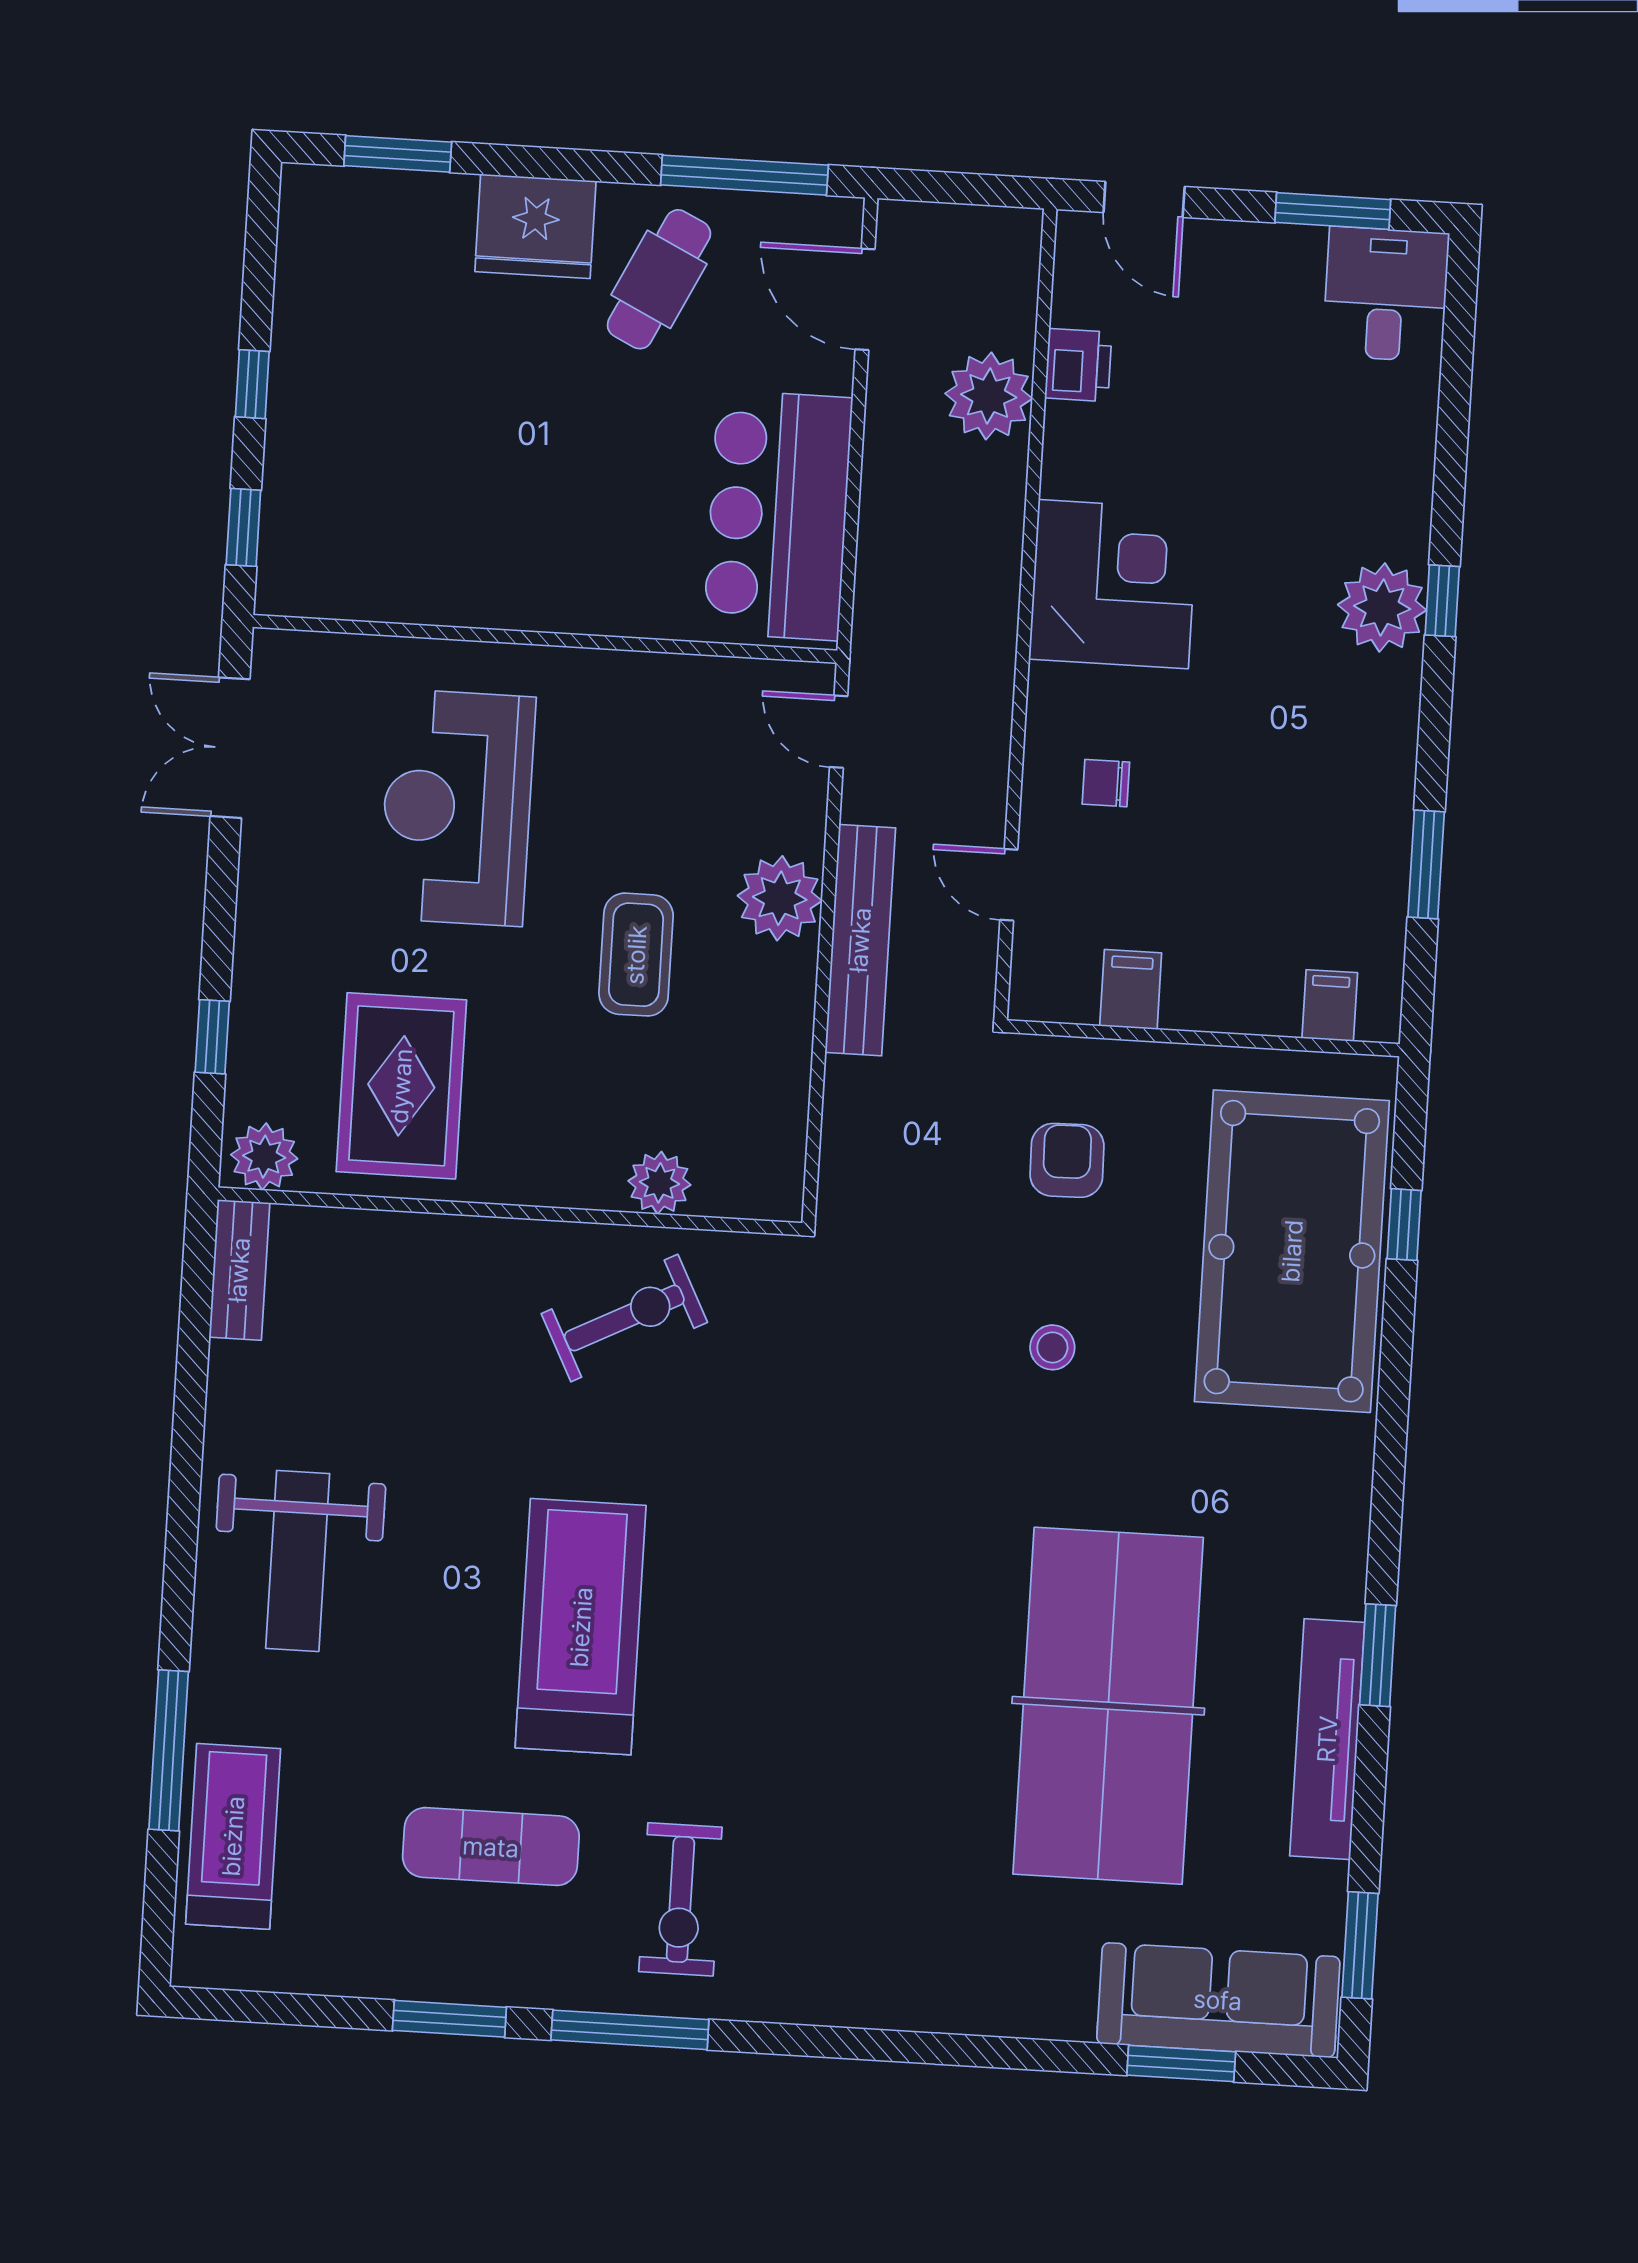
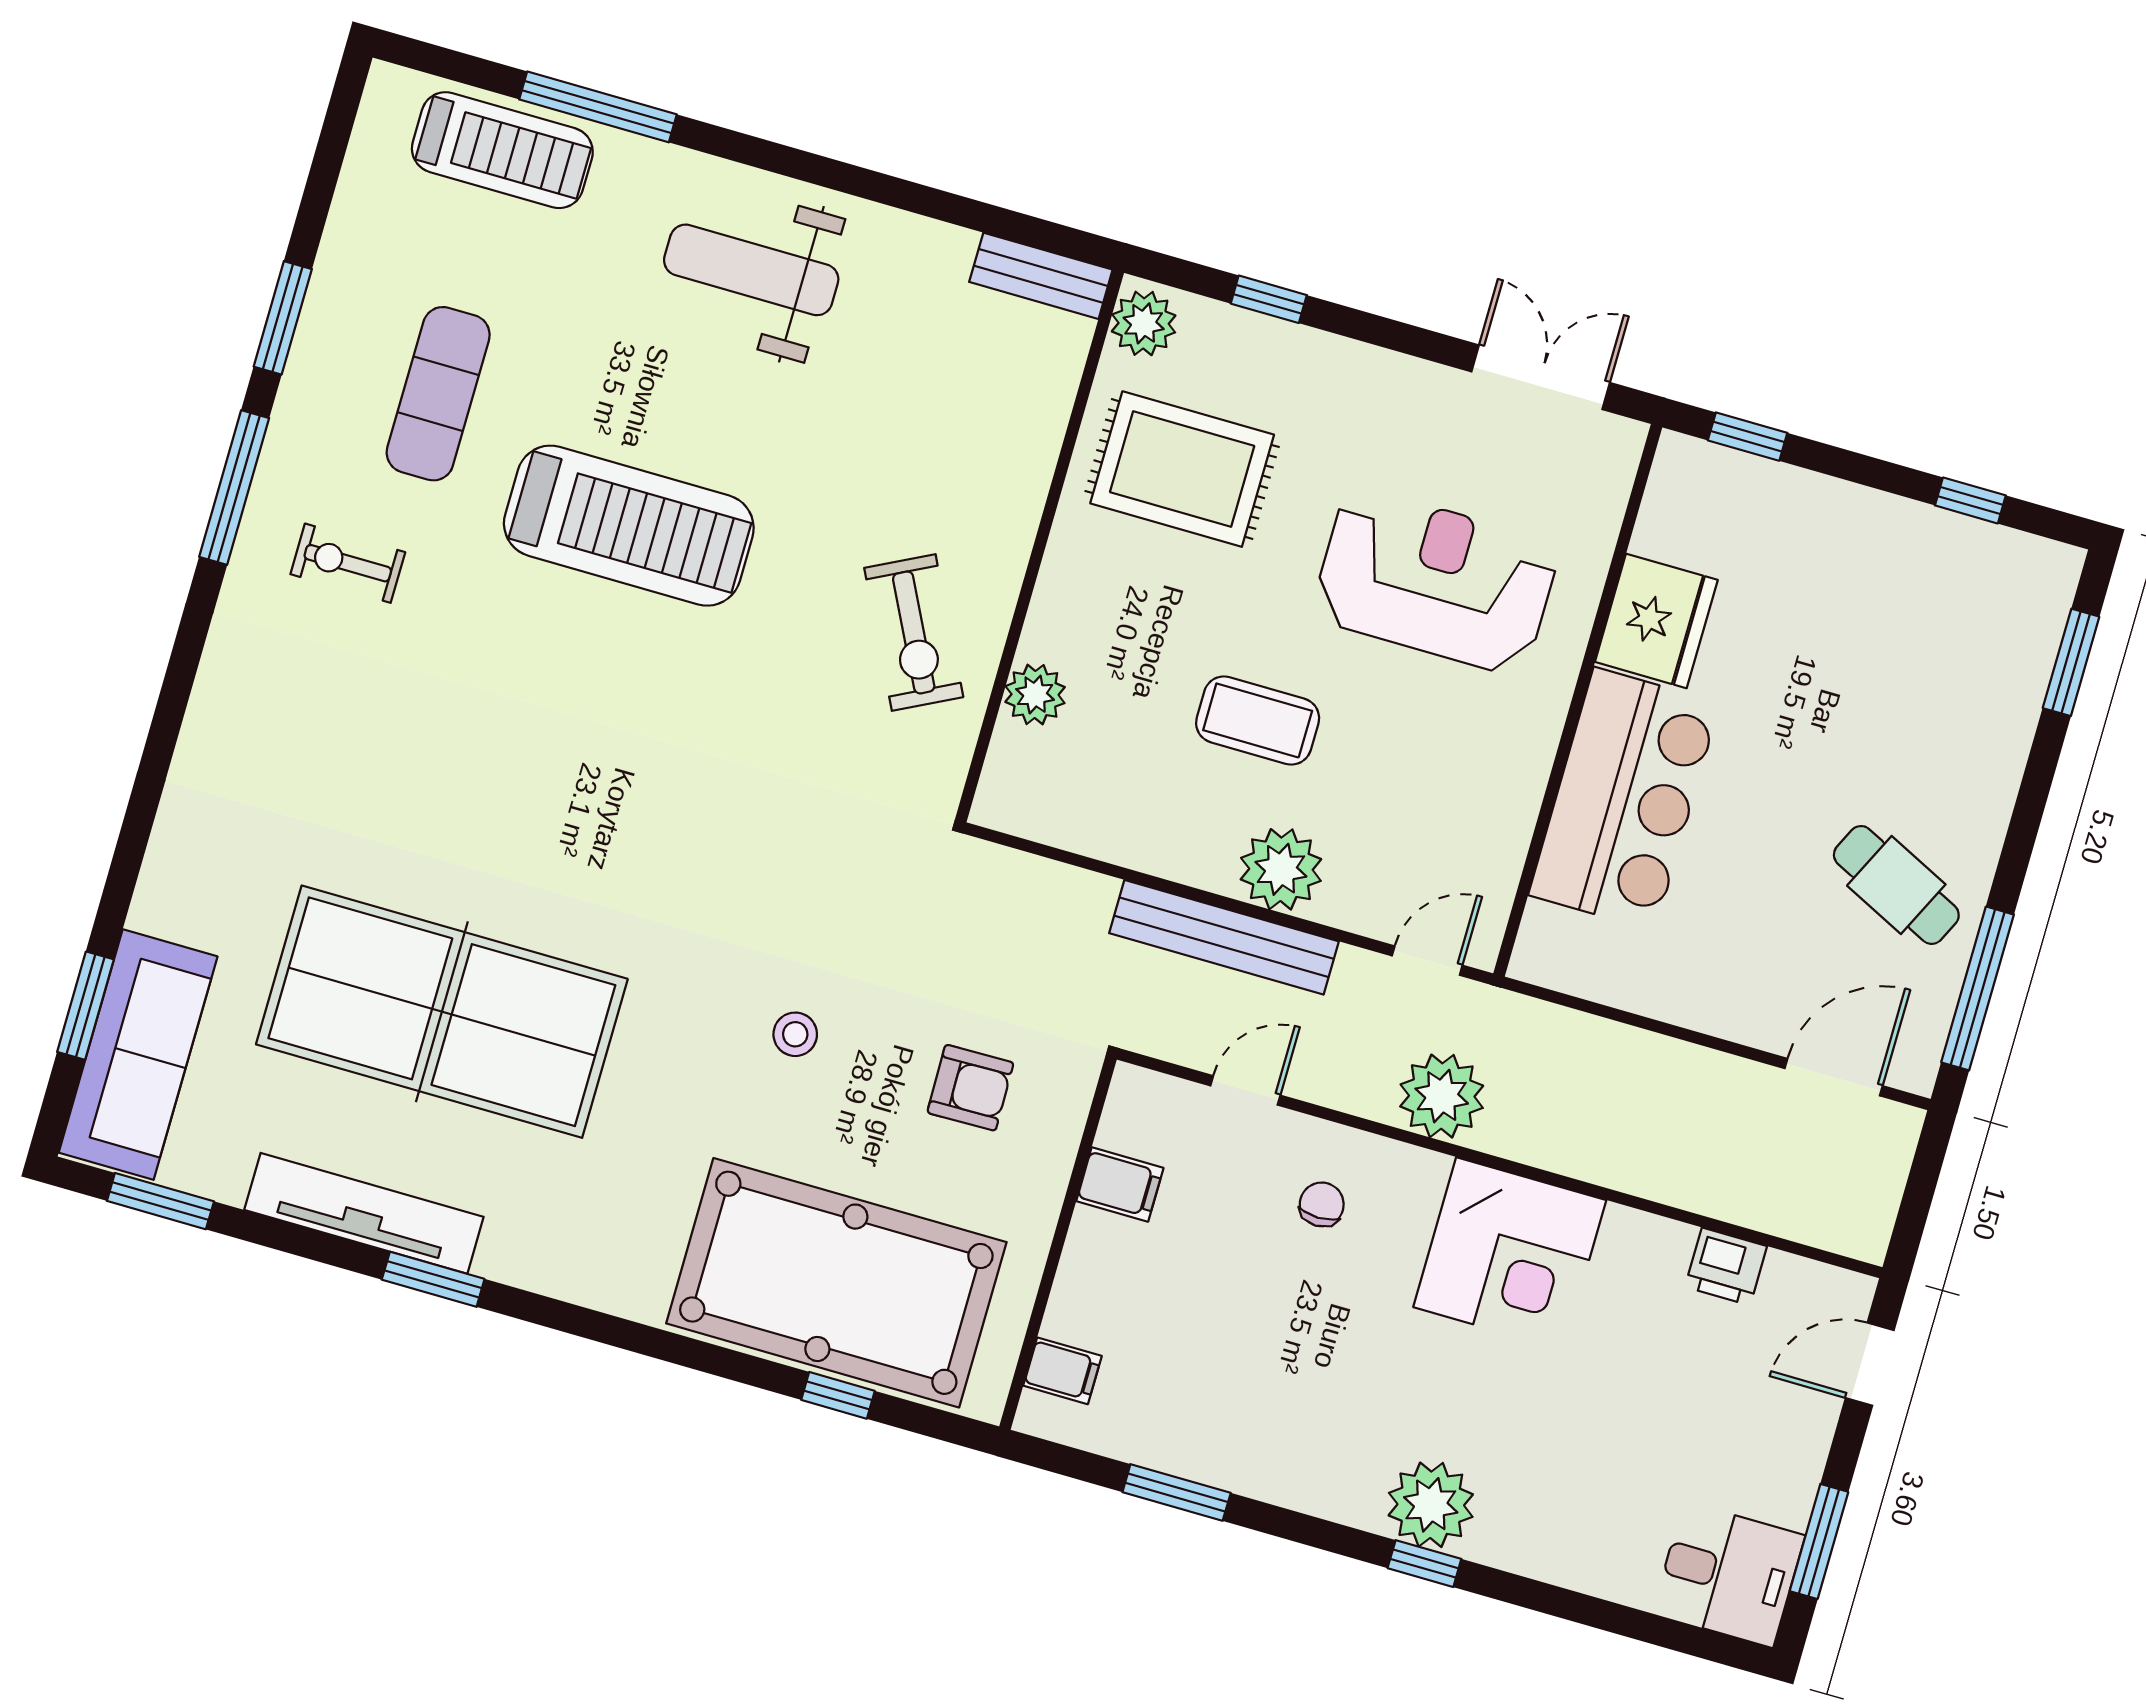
fridge: (535, 226) -> (1656, 621), moved, turned 180
window: (252, 384) -> (1970, 500), moved
plant: (989, 396) -> (1442, 1096), moved
bar counter: (778, 515) -> (1624, 799), moved, turned 90
exercise bike: (680, 1899) -> (348, 563), width x0.73, depth x0.72

